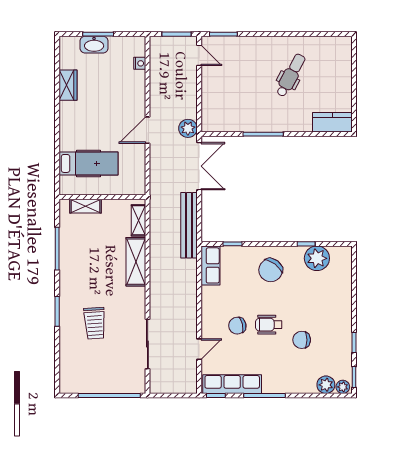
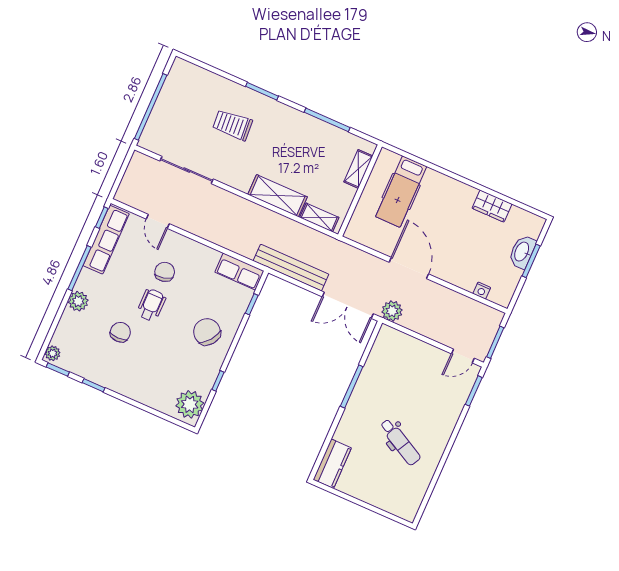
door: (147, 130) -> (409, 268), width x1.36
plant: (317, 258) -> (190, 404), moved
plant: (326, 385) -> (78, 301), moved

